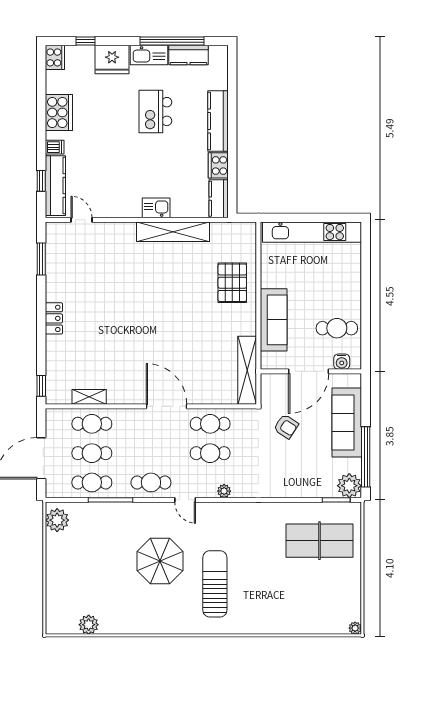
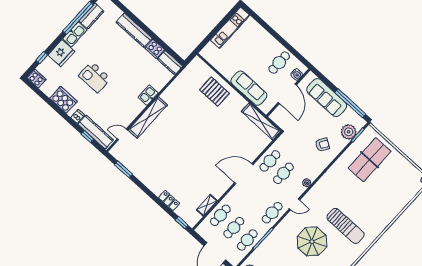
kitchen island: (155, 112) -> (95, 77), moved
shelving: (173, 232) -> (148, 117), moved
kitchen unit: (312, 232) -> (230, 28), width x0.73
locker: (54, 318) -> (169, 200), moved
armchair: (286, 426) -> (322, 145), moved
plant: (349, 486) -> (349, 132), moved
sun lounger: (215, 584) -> (346, 226), turned 180

